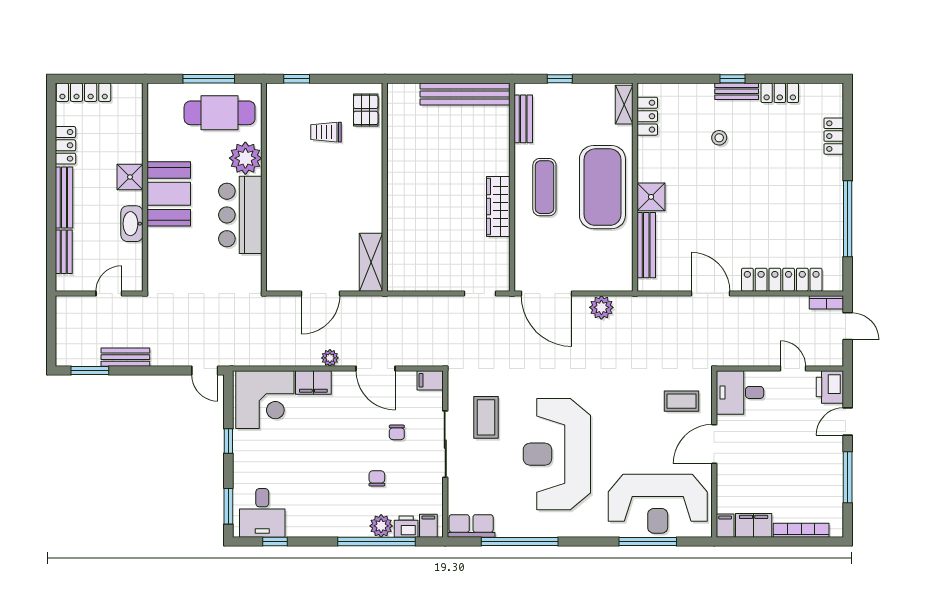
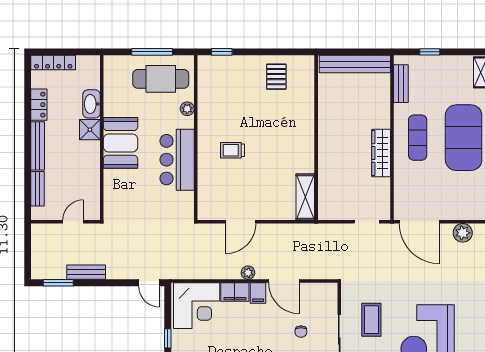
trolley: (326, 132) -> (232, 150), moved
plant: (245, 158) -> (187, 109), width x0.53, depth x0.53
wall: (385, 187) -> (316, 138), moved
washbasin: (132, 224) -> (91, 104), moved
shelving: (371, 262) -> (305, 197), moved
filing cabinet: (430, 380) -> (258, 293), moved, turned -90

